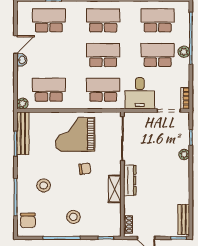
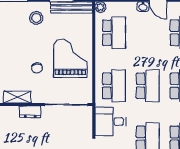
dresser: (130, 180) -> (30, 112), width x0.70
stool: (44, 185) -> (36, 18), moved

